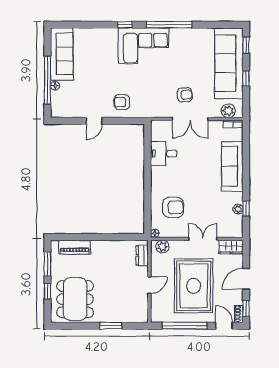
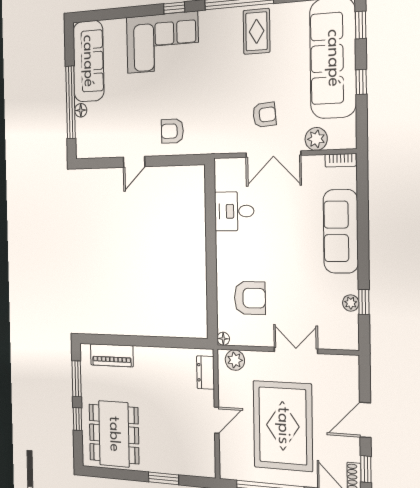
rug: (180, 44) -> (257, 31), added
corner sofa: (144, 46) -> (162, 42), moved
plant: (228, 111) -> (316, 139), moved
wardrobe: (231, 247) -> (340, 366), removed

